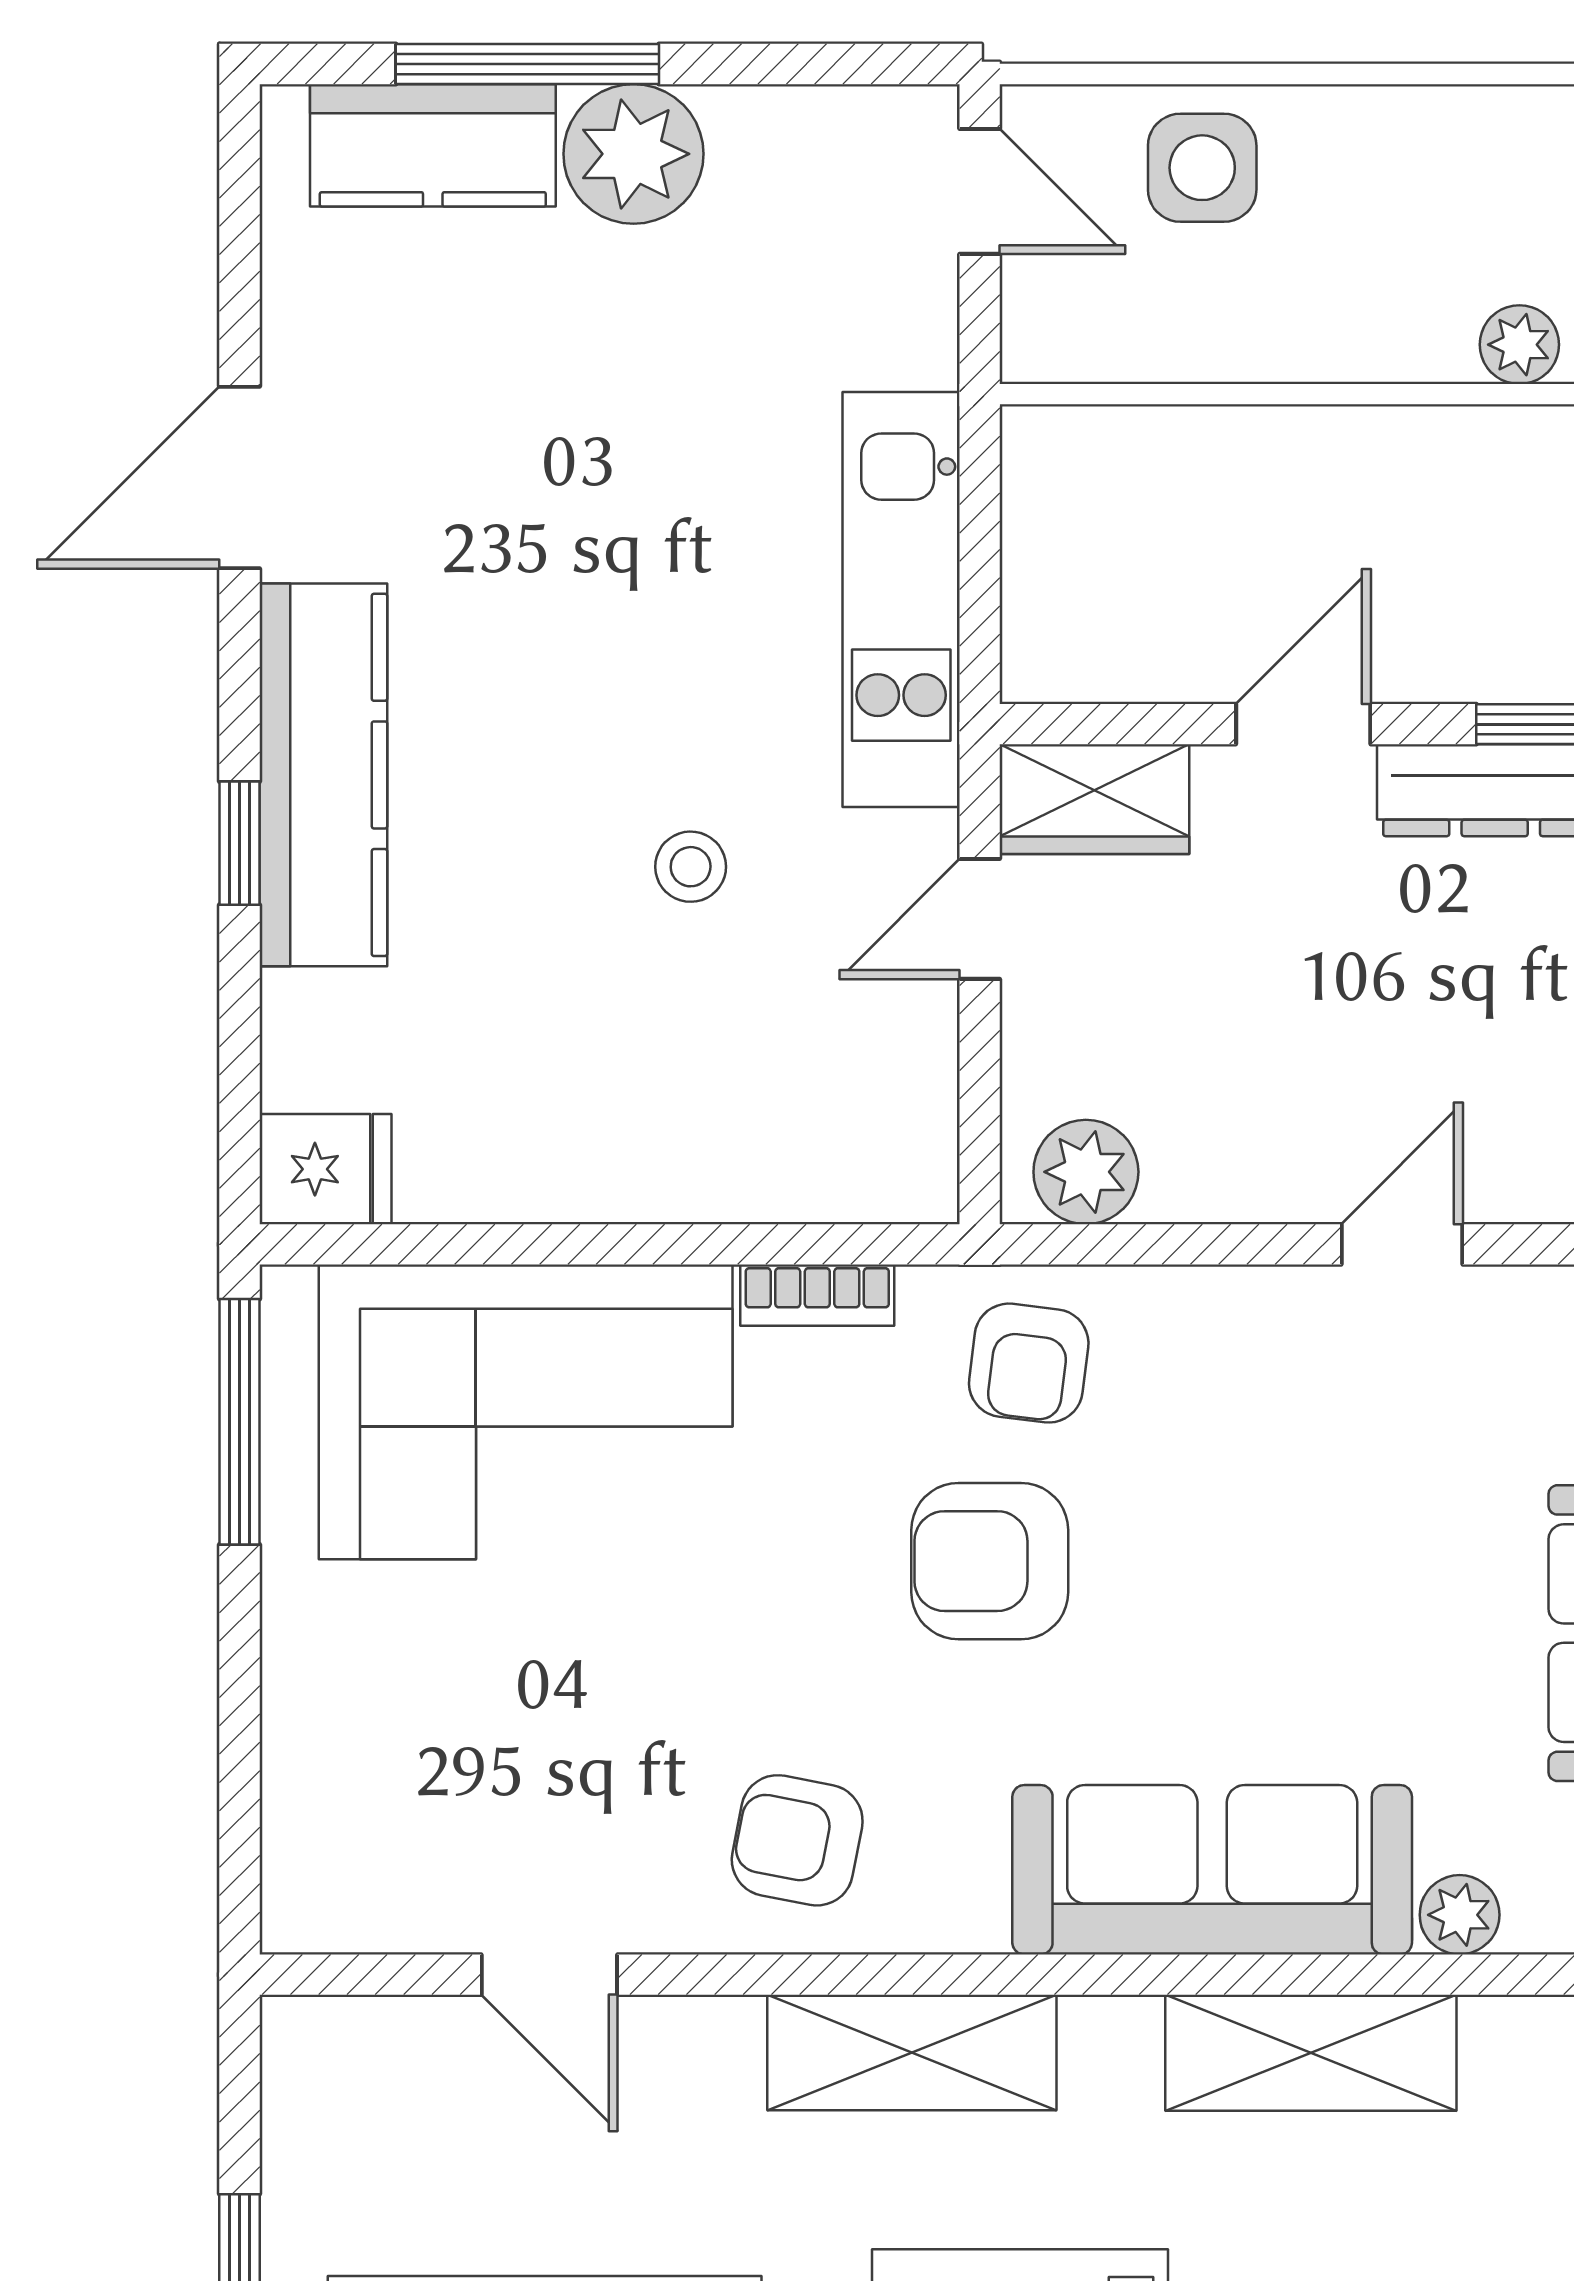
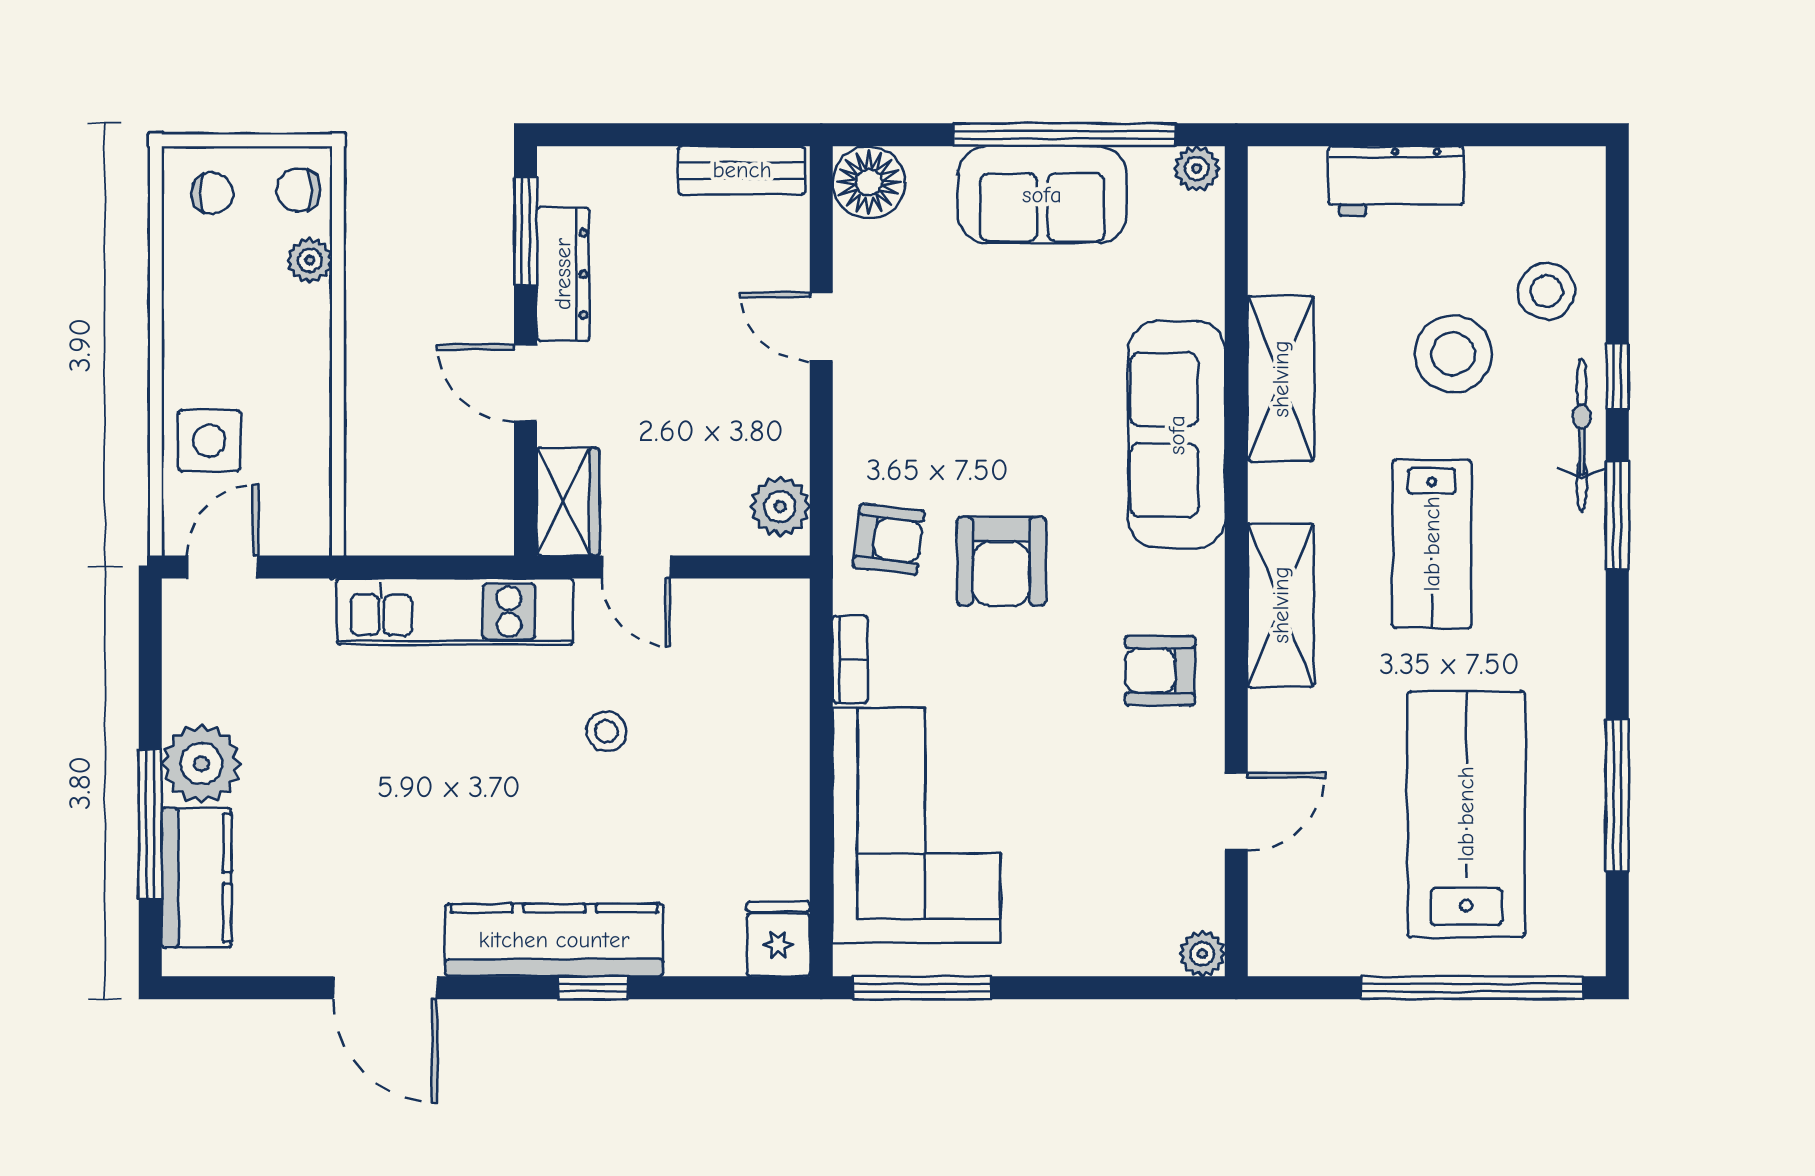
armchair: (797, 1840) -> (1160, 671), turned 79
plant: (1460, 1915) -> (1202, 954), moved

